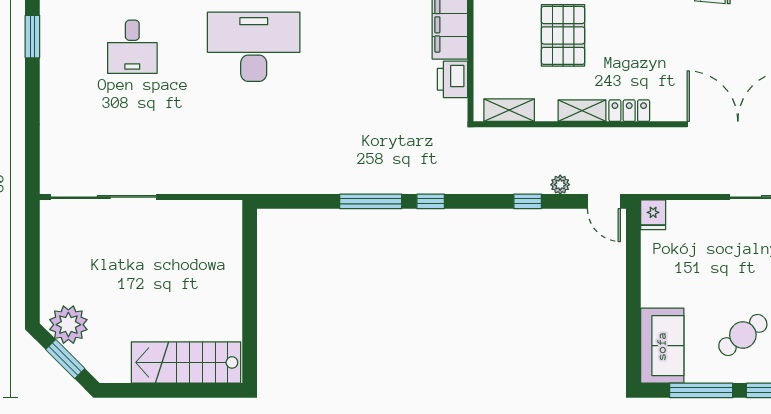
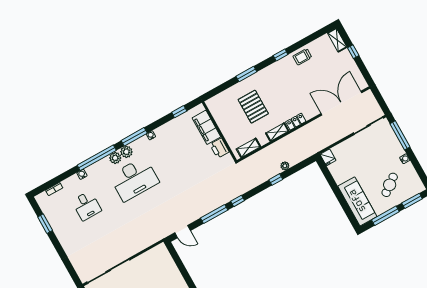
desk: (254, 47) -> (134, 179), turned 180
door: (604, 201) -> (183, 232), moved
sofa: (662, 346) -> (357, 201), width x1.36

